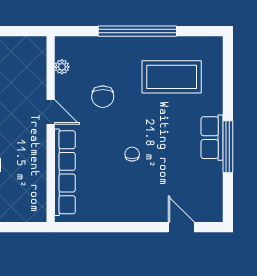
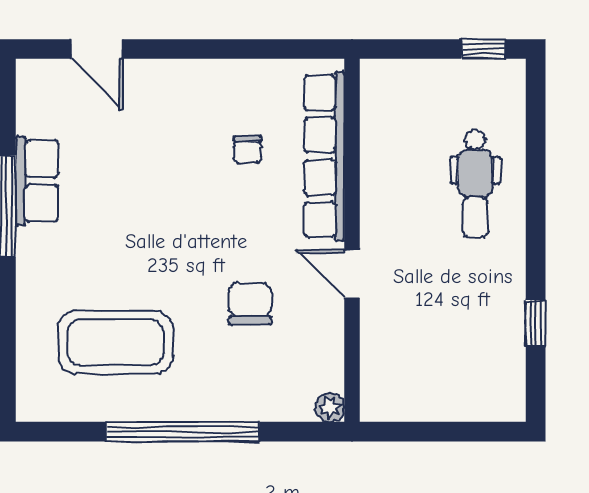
plant: (62, 67) -> (330, 407), moved
row of seats: (212, 138) -> (37, 181), moved
chair: (132, 154) -> (247, 150), moved

